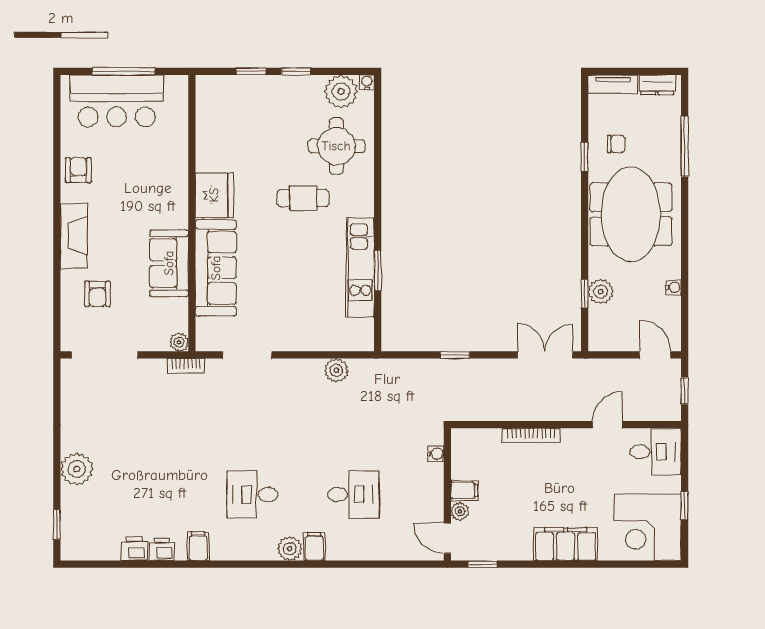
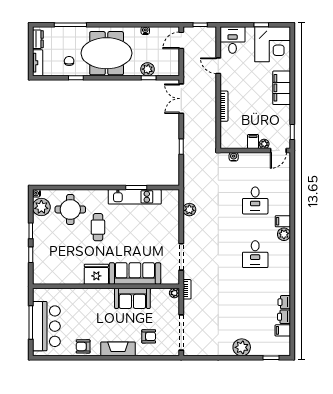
desk: (353, 494) -> (255, 200), turned 180
filing cabinet: (198, 546) -> (283, 330), moved

